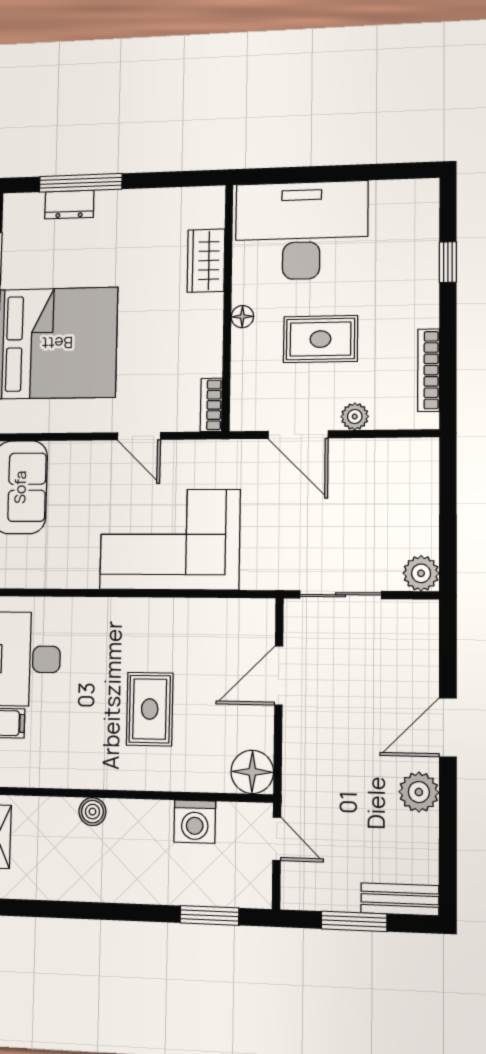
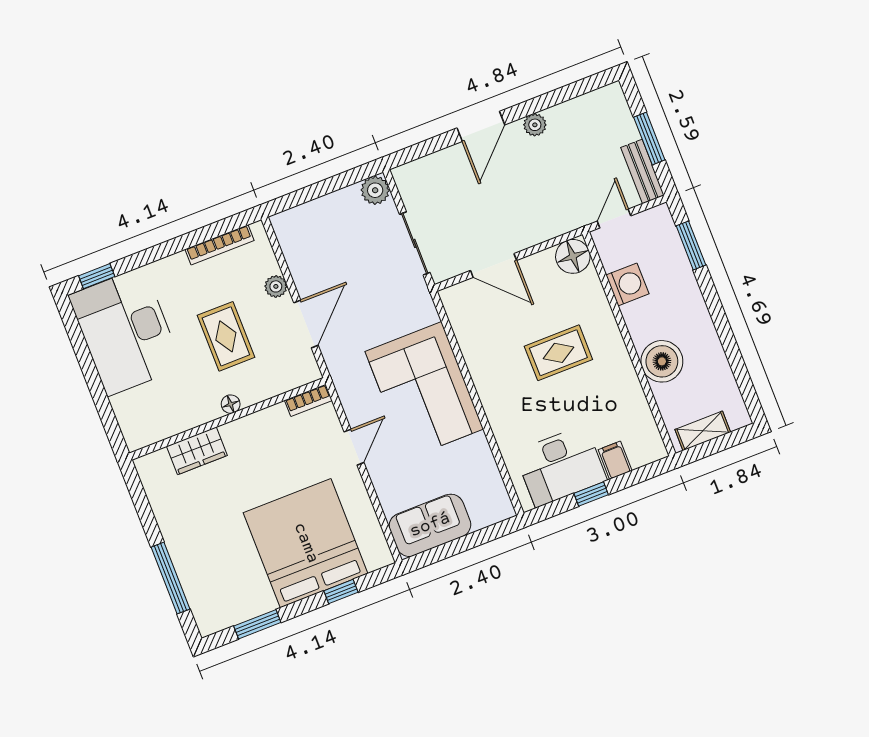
dresser: (69, 205) -> (191, 580), removed
desk: (301, 231) -> (126, 331), moved
window: (448, 262) -> (97, 276), moved
door: (448, 727) -> (481, 126), hinge flipped
plant: (419, 792) -> (535, 125), width x0.73, depth x0.73
boiler: (92, 812) -> (662, 361), width x1.86, depth x1.86
bench: (400, 899) -> (642, 171), moved

